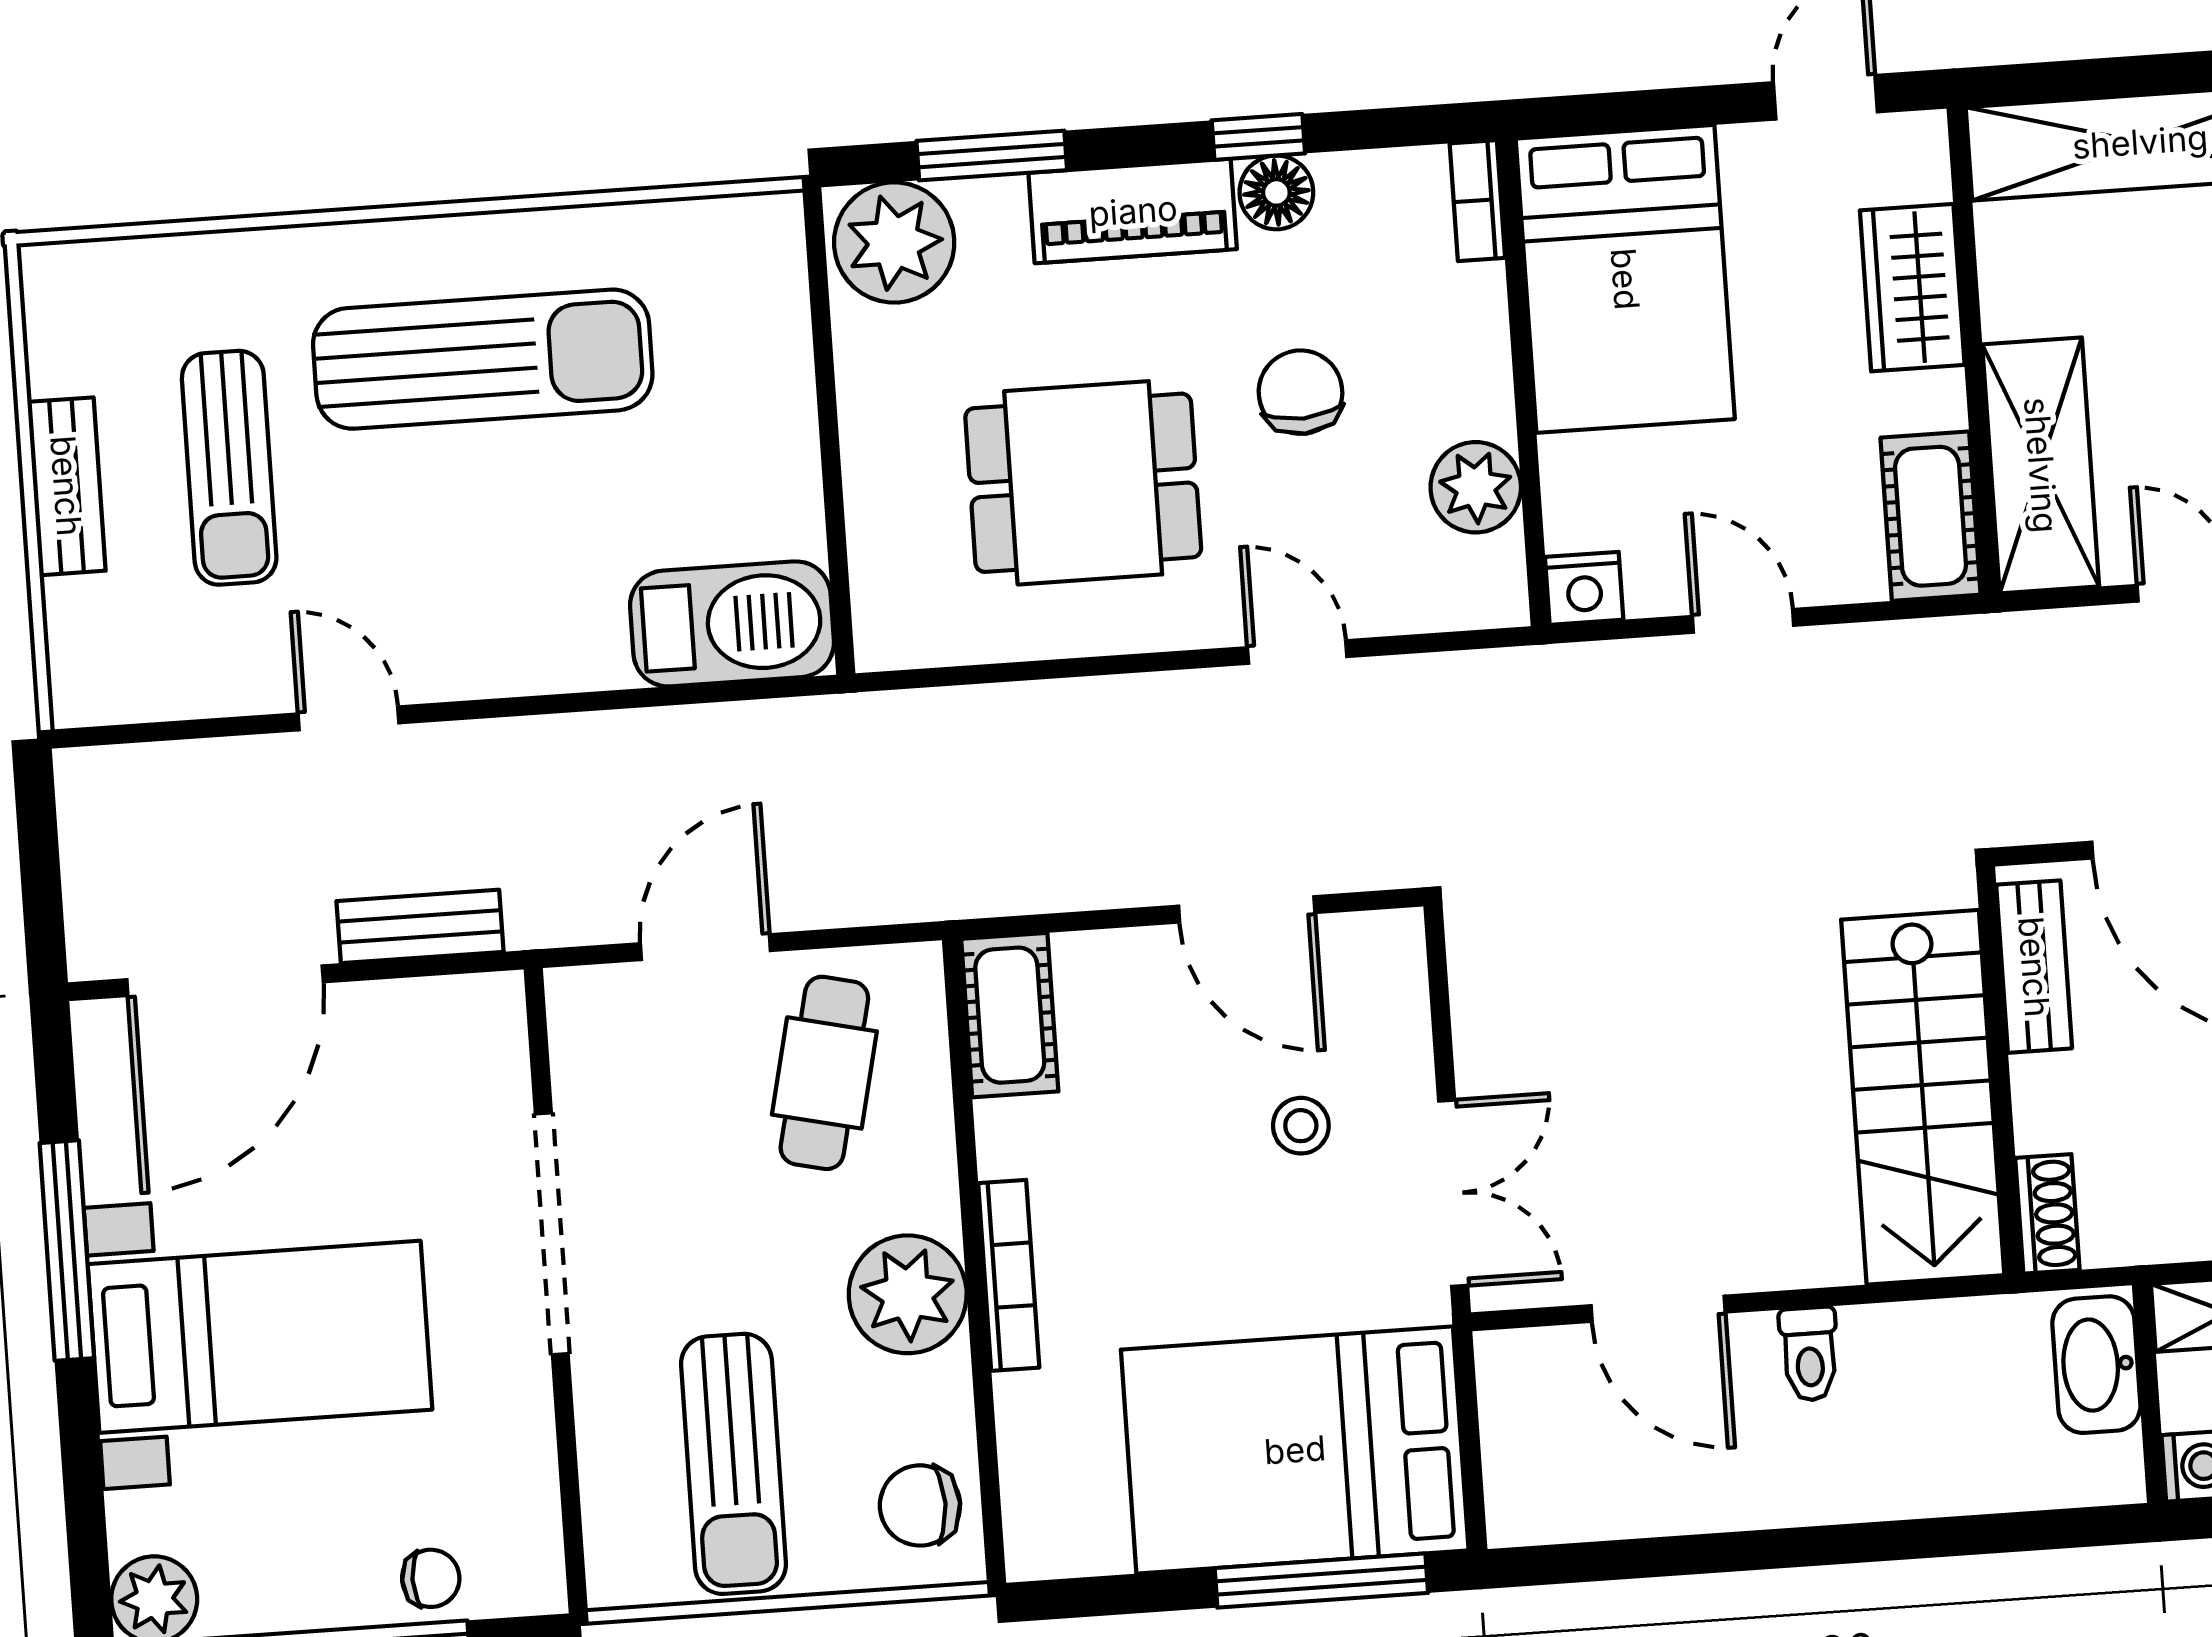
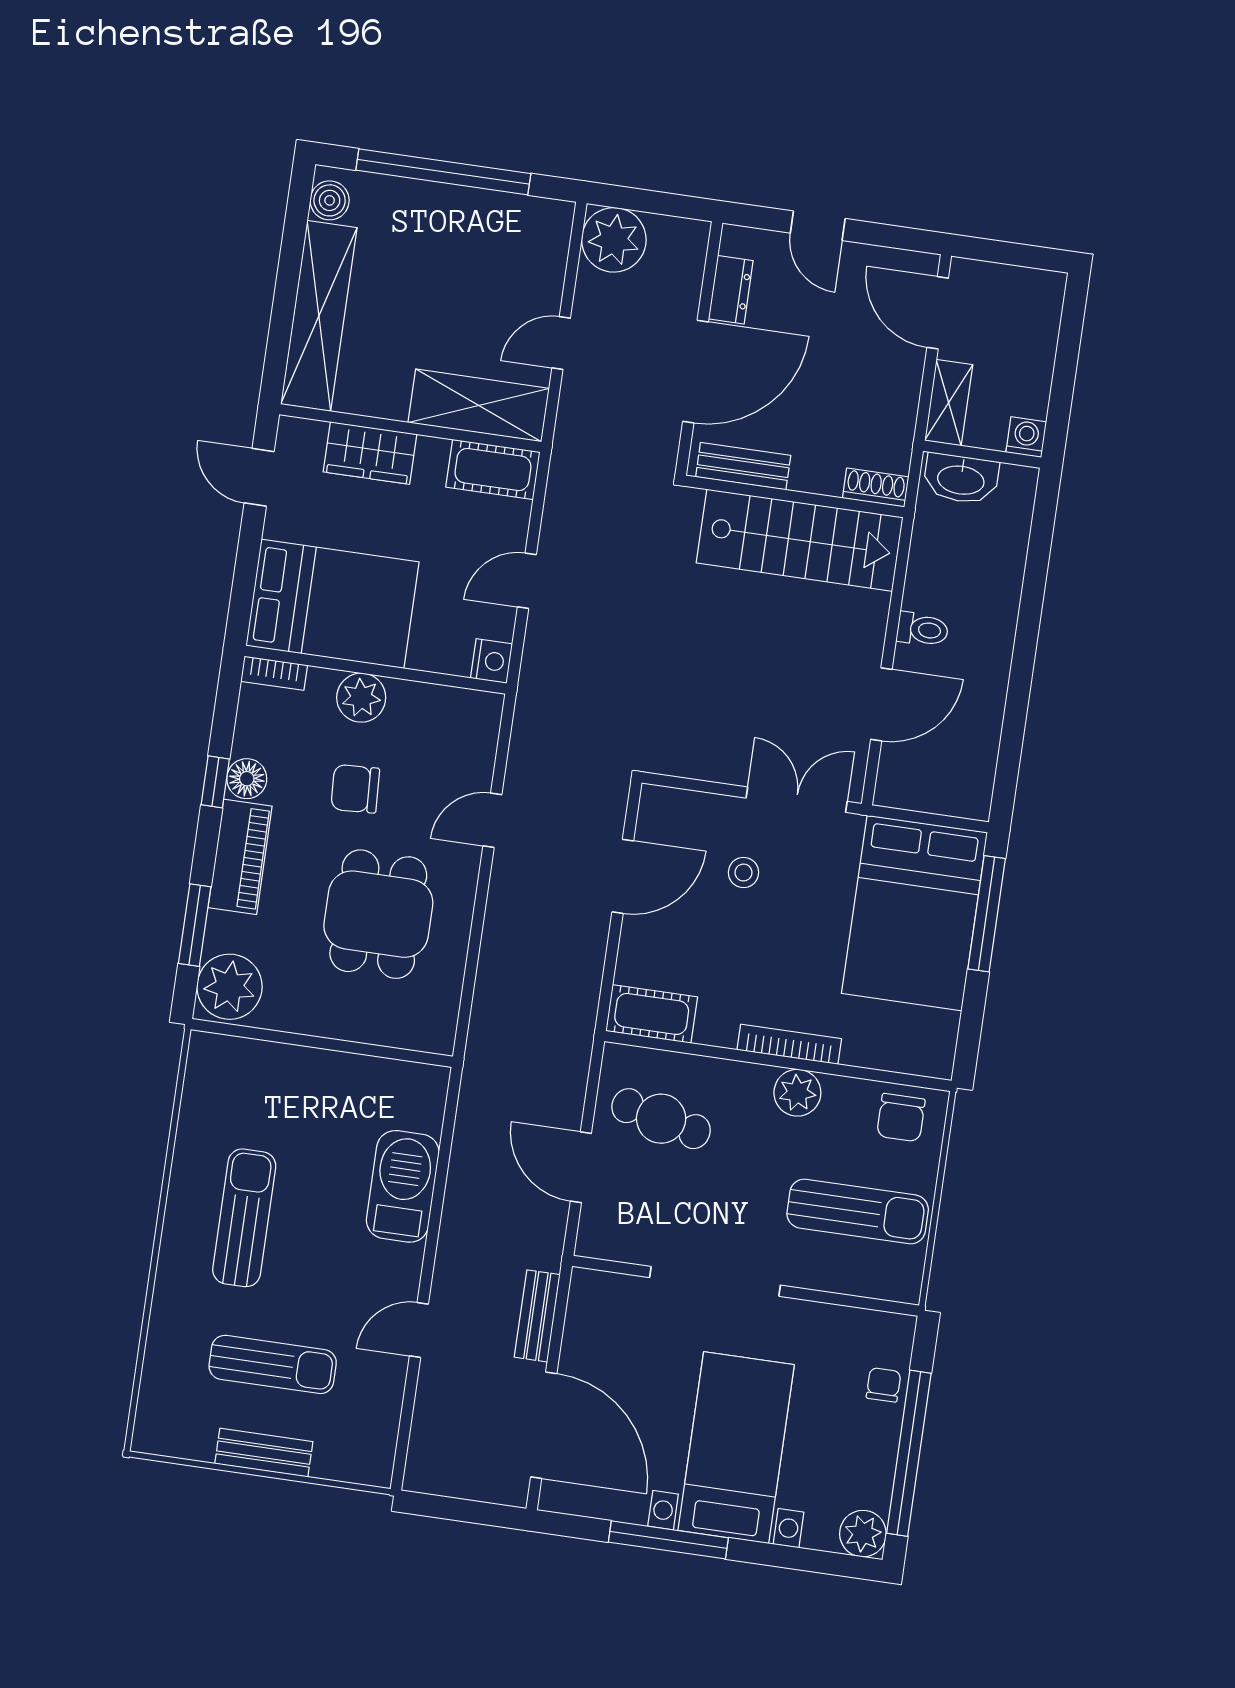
sun lounger: (483, 359) -> (244, 1218), width x0.73, depth x0.75
plant: (1476, 487) -> (361, 698), moved
barbecue: (732, 624) -> (403, 1186), moved
plant: (908, 1294) -> (797, 1093), width x0.73, depth x0.73

